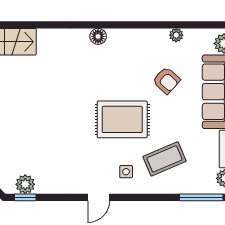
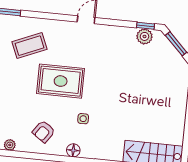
armchair: (166, 80) -> (44, 132), moved, turned -97
side table: (126, 172) -> (83, 119), moved

